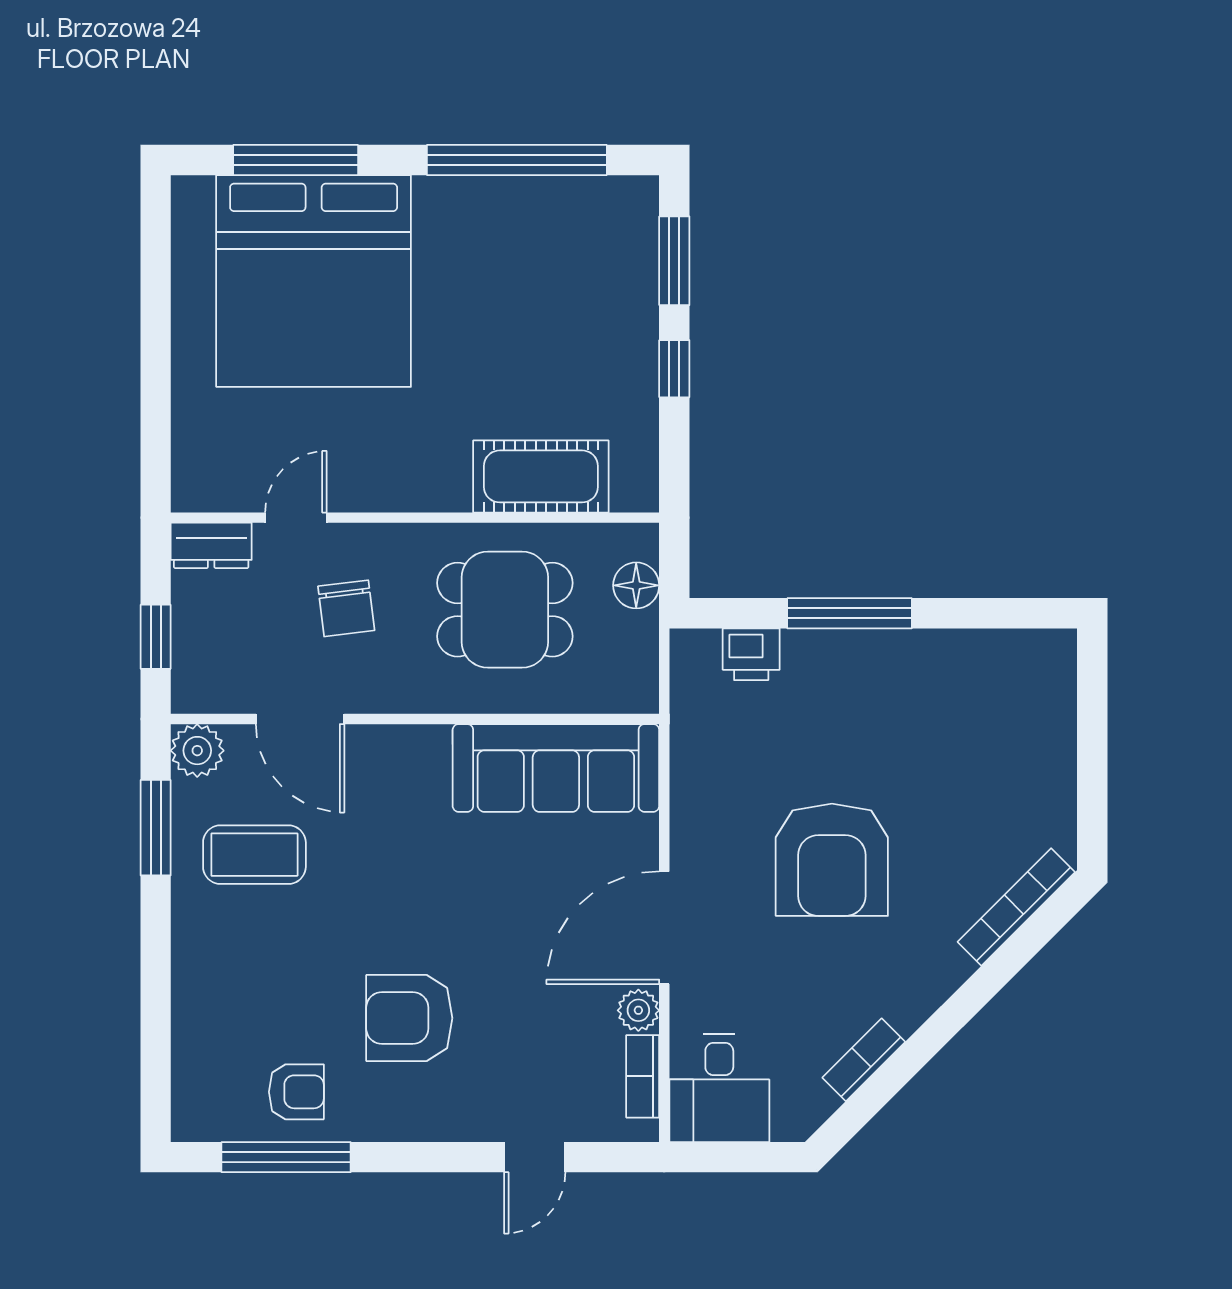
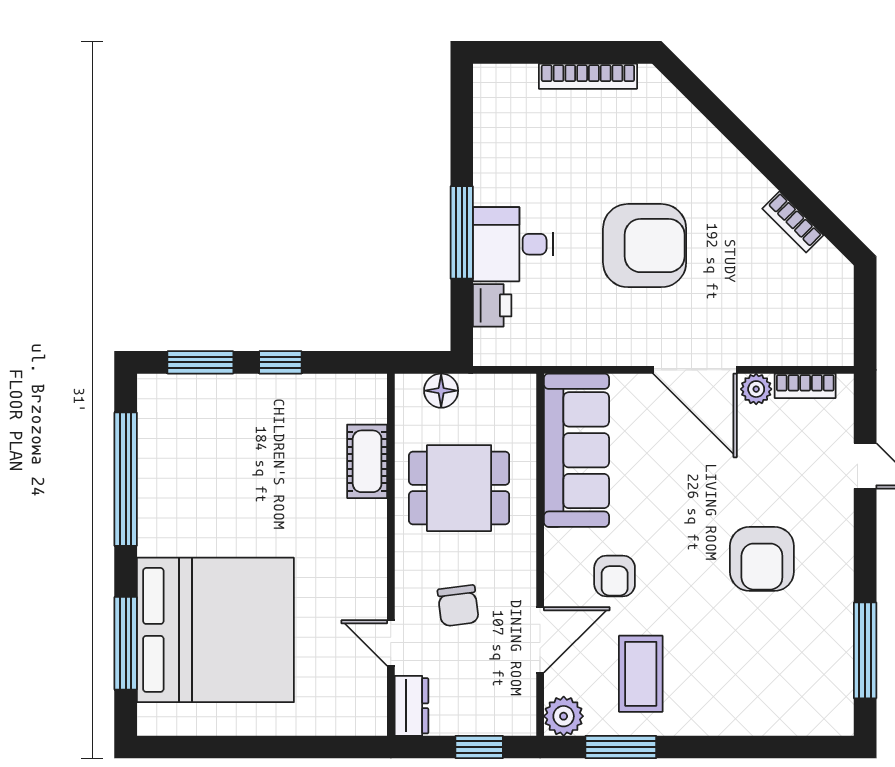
cot: (541, 476) -> (367, 461), width x0.73, depth x0.75
chair: (346, 608) -> (458, 606), turned 90
dining table: (505, 610) -> (459, 488), turned 90
bookcase: (1016, 907) -> (588, 76), moved, turned -45
desk: (719, 1088) -> (513, 244), moved, turned 180
armchair: (296, 1092) -> (615, 576), moved, turned 180

